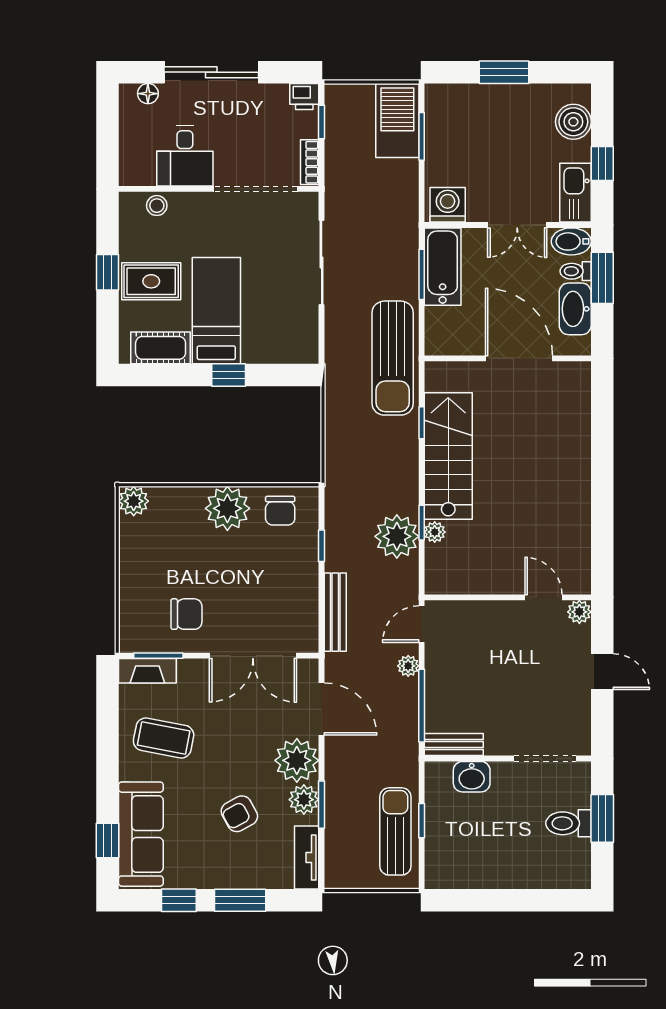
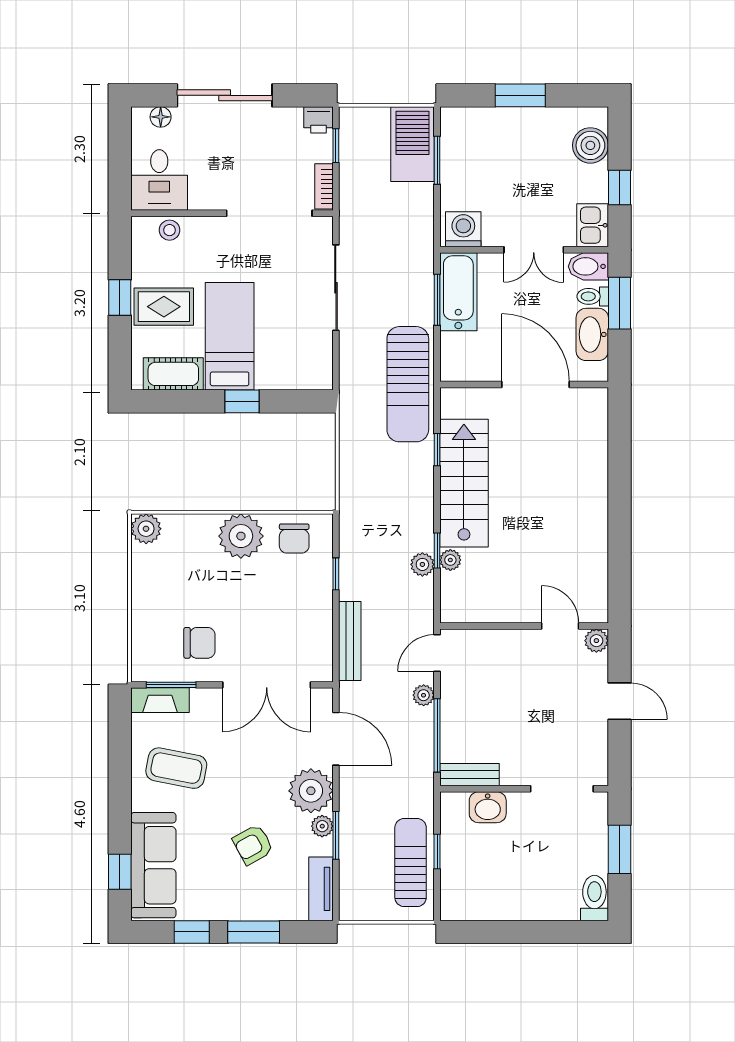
desk: (185, 156) -> (159, 180), moved
kitchen sink: (575, 193) -> (593, 225), width x0.73
plant: (397, 536) -> (422, 564), width x0.53, depth x0.53
plant: (304, 800) -> (322, 826), width x0.73, depth x0.73
toilet: (568, 823) -> (594, 898), moved, turned 90

